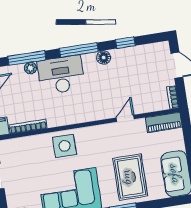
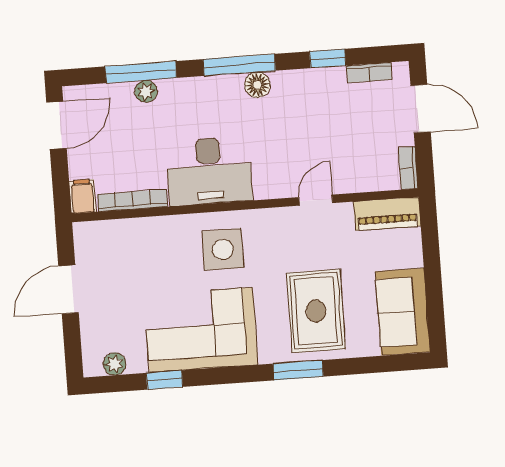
bookcase: (148, 48) -> (369, 73), added
floor lamp: (104, 57) -> (257, 85), moved
desk: (61, 75) -> (209, 171), moved, turned 180
side table: (65, 146) -> (223, 249), moved

